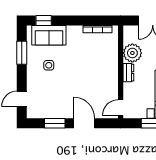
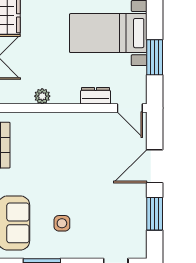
plant: (132, 53) -> (42, 96), width x0.53, depth x0.53
dresser: (128, 73) -> (95, 96), moved

